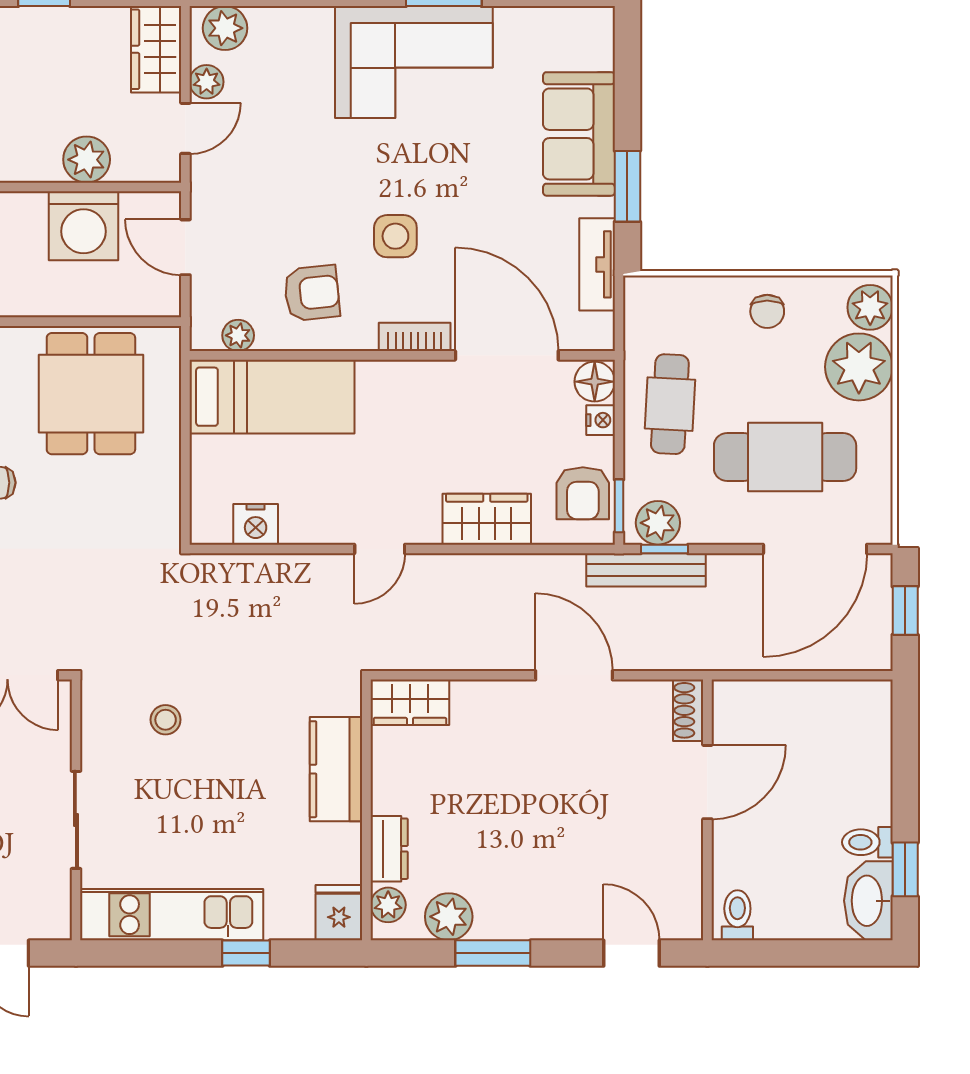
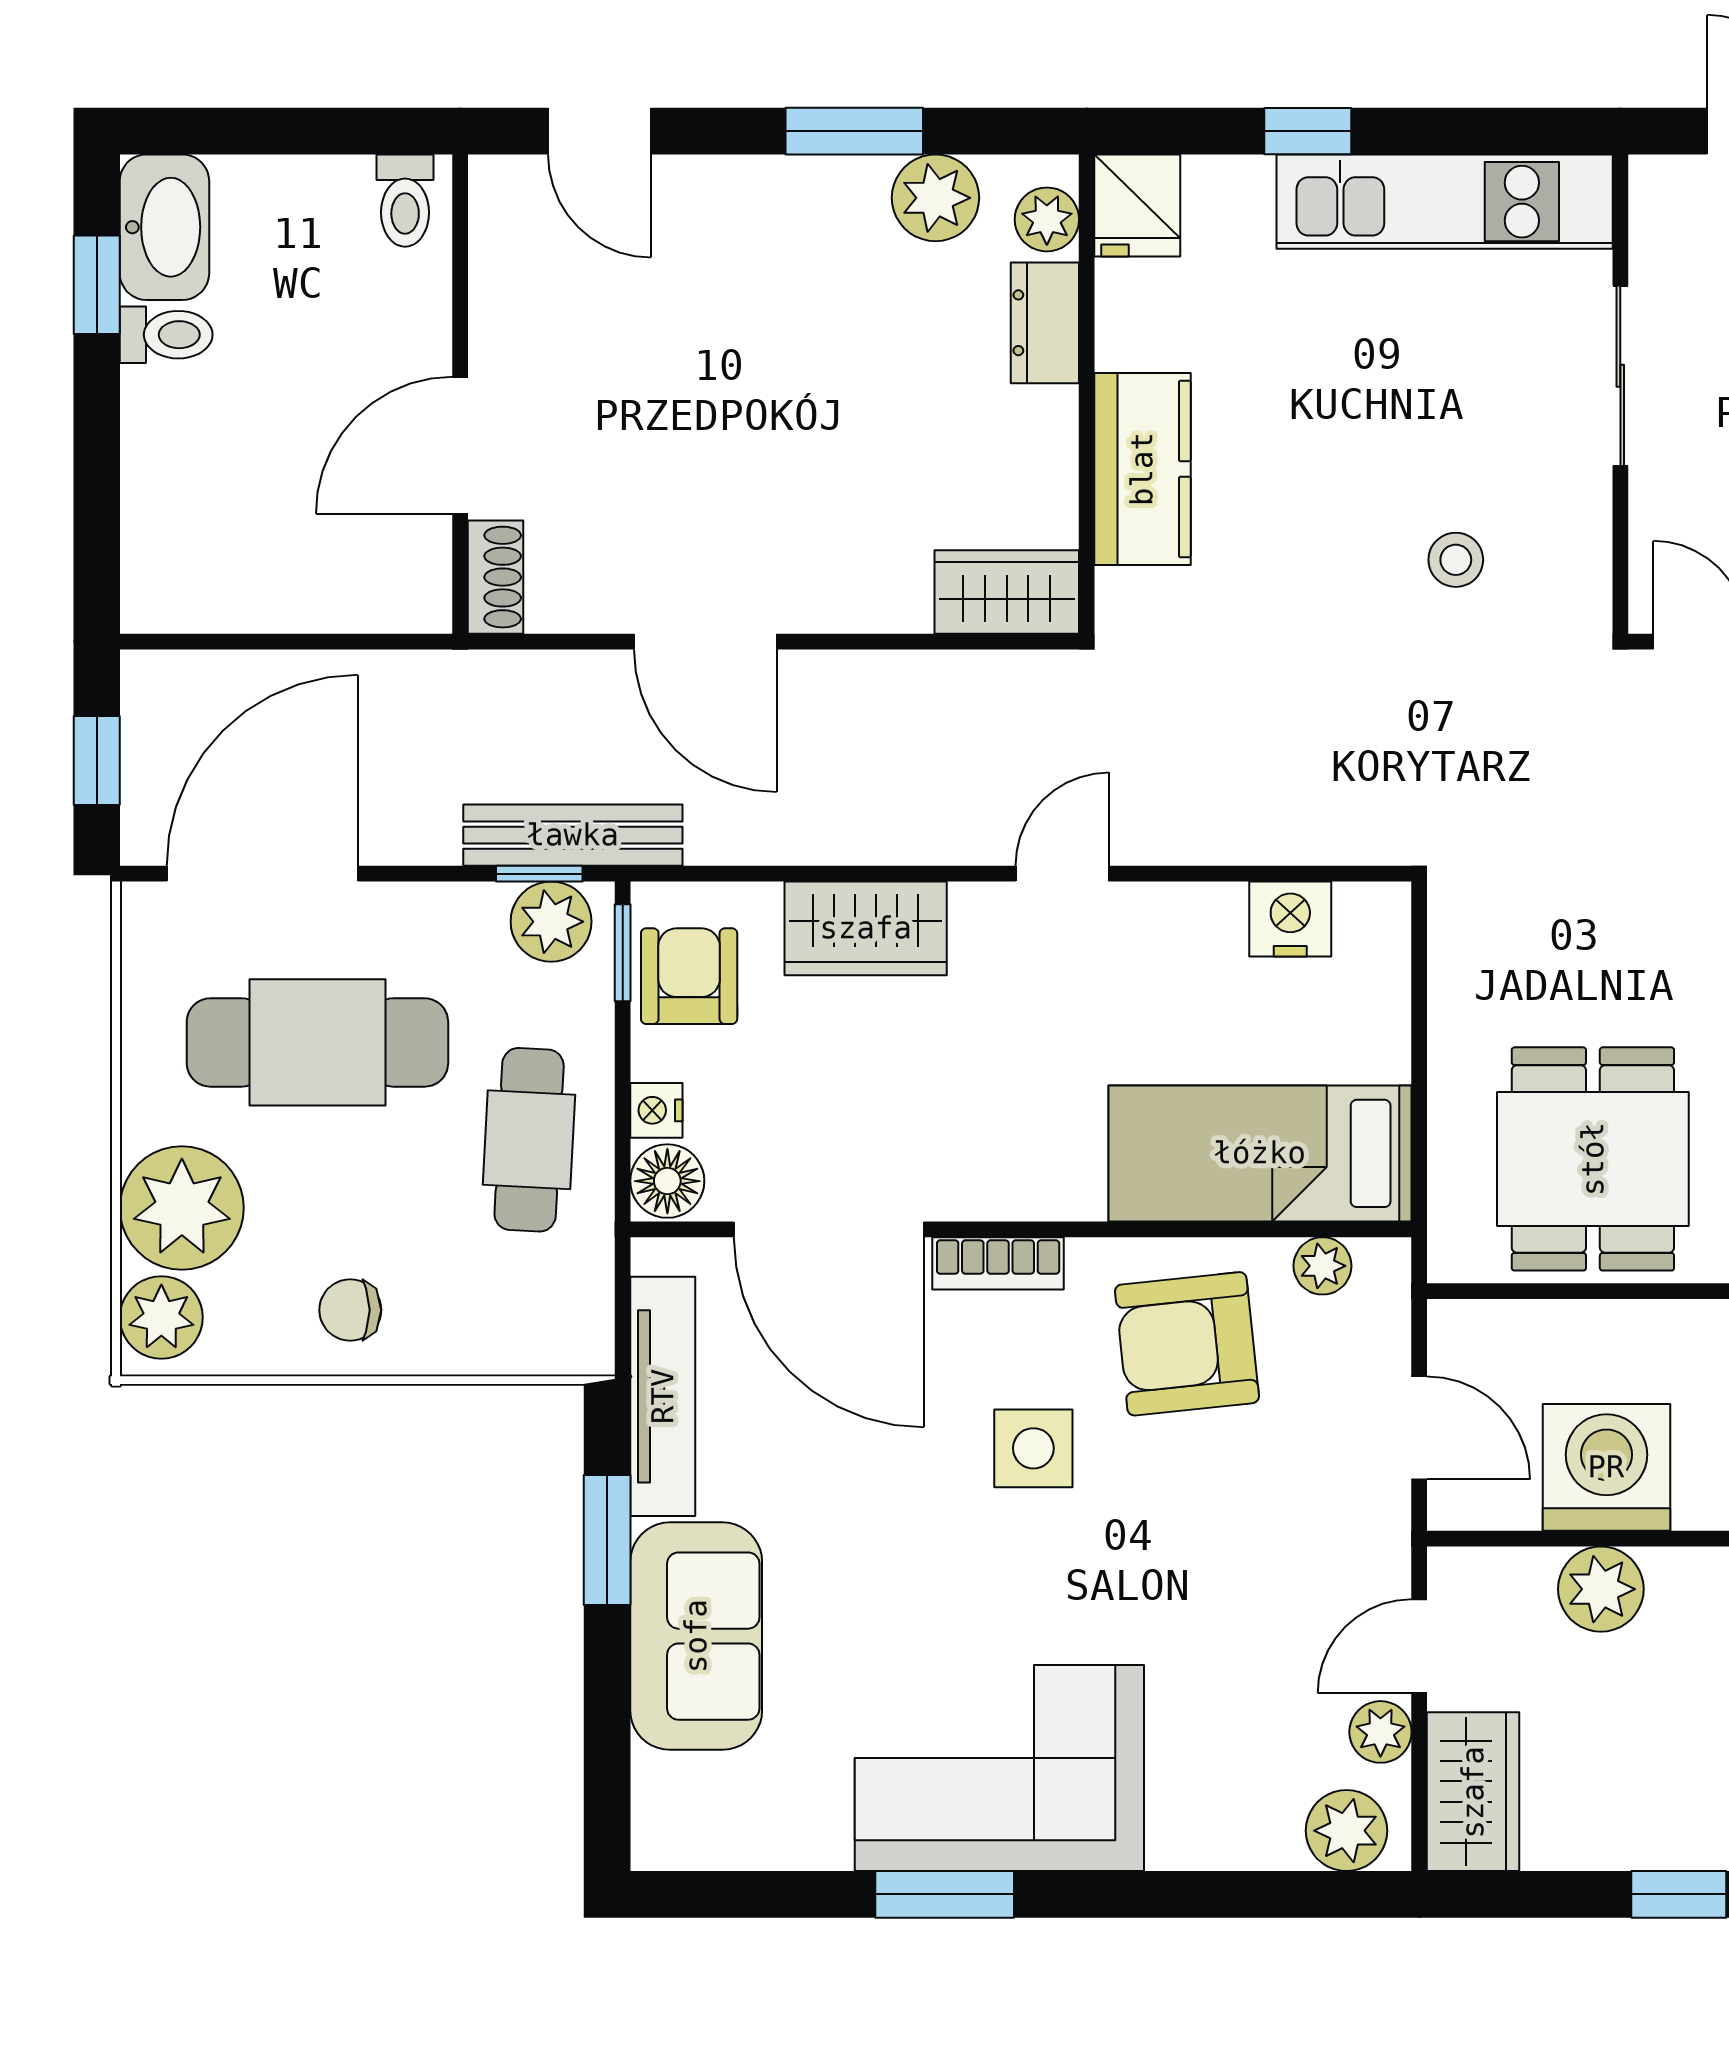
tv unit: (597, 264) -> (663, 1396), width x1.41
armchair: (312, 293) -> (1187, 1344), width x1.38, depth x1.38
chair: (767, 311) -> (350, 1310), turned -90

